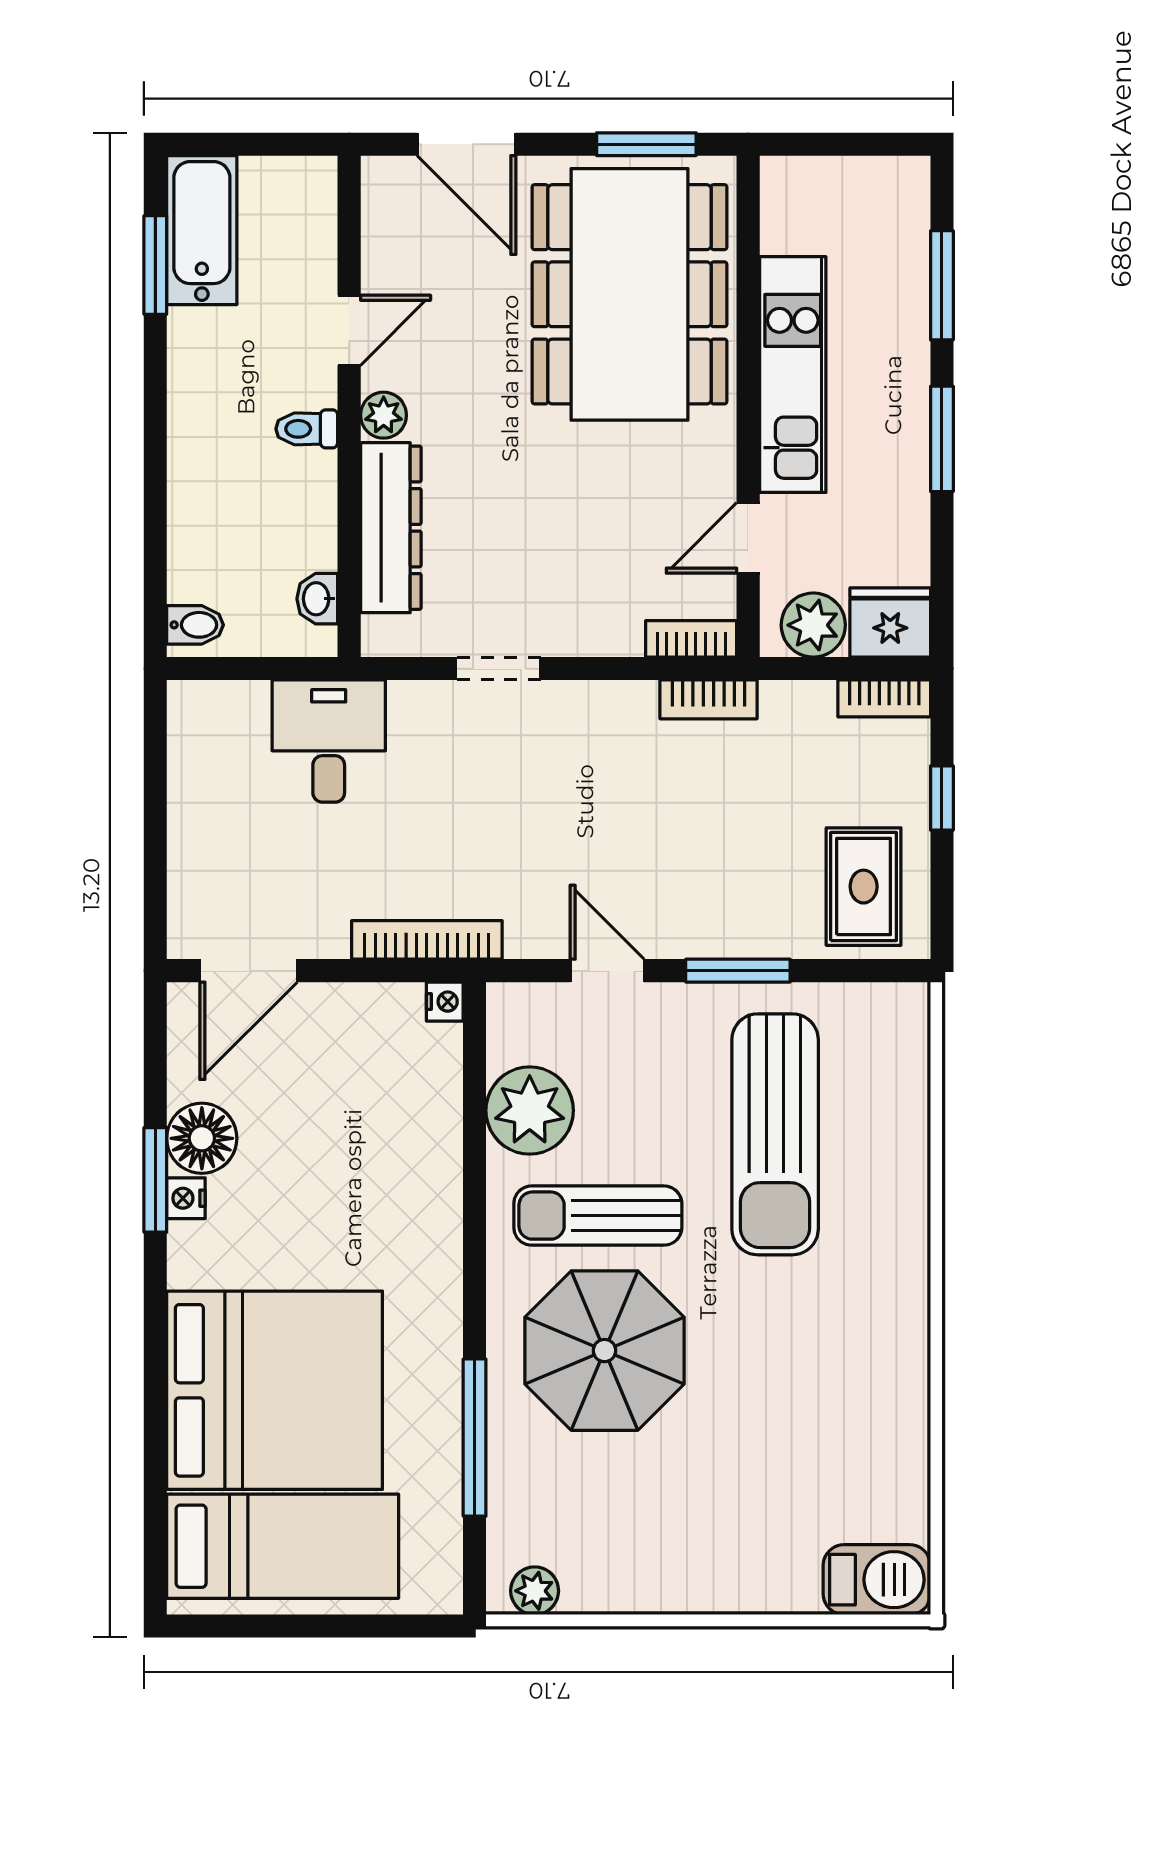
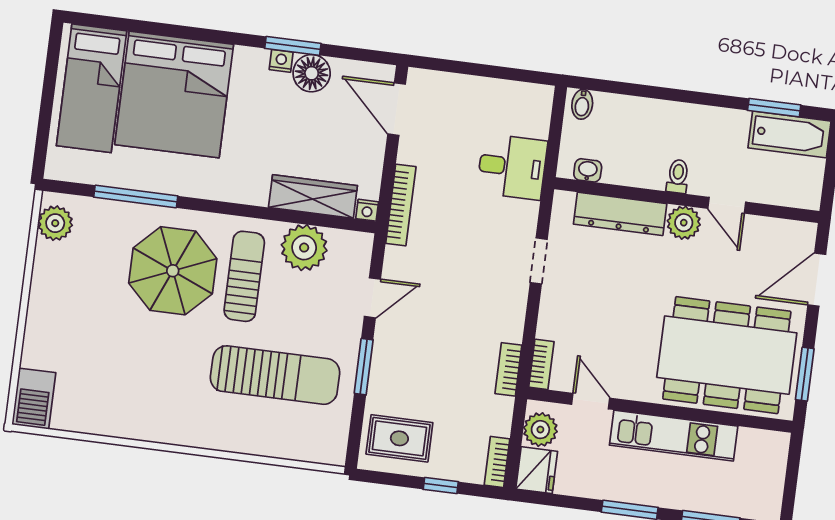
plant: (384, 415) -> (684, 223), width x1.38, depth x1.38
wardrobe: (432, 1106) -> (313, 196), added
sun lounger: (775, 1134) -> (275, 375), turned 180
plant: (535, 1591) -> (55, 223), width x1.38, depth x1.38

